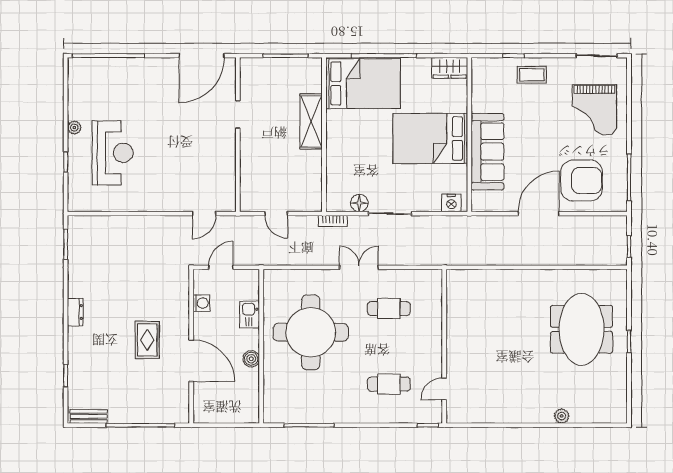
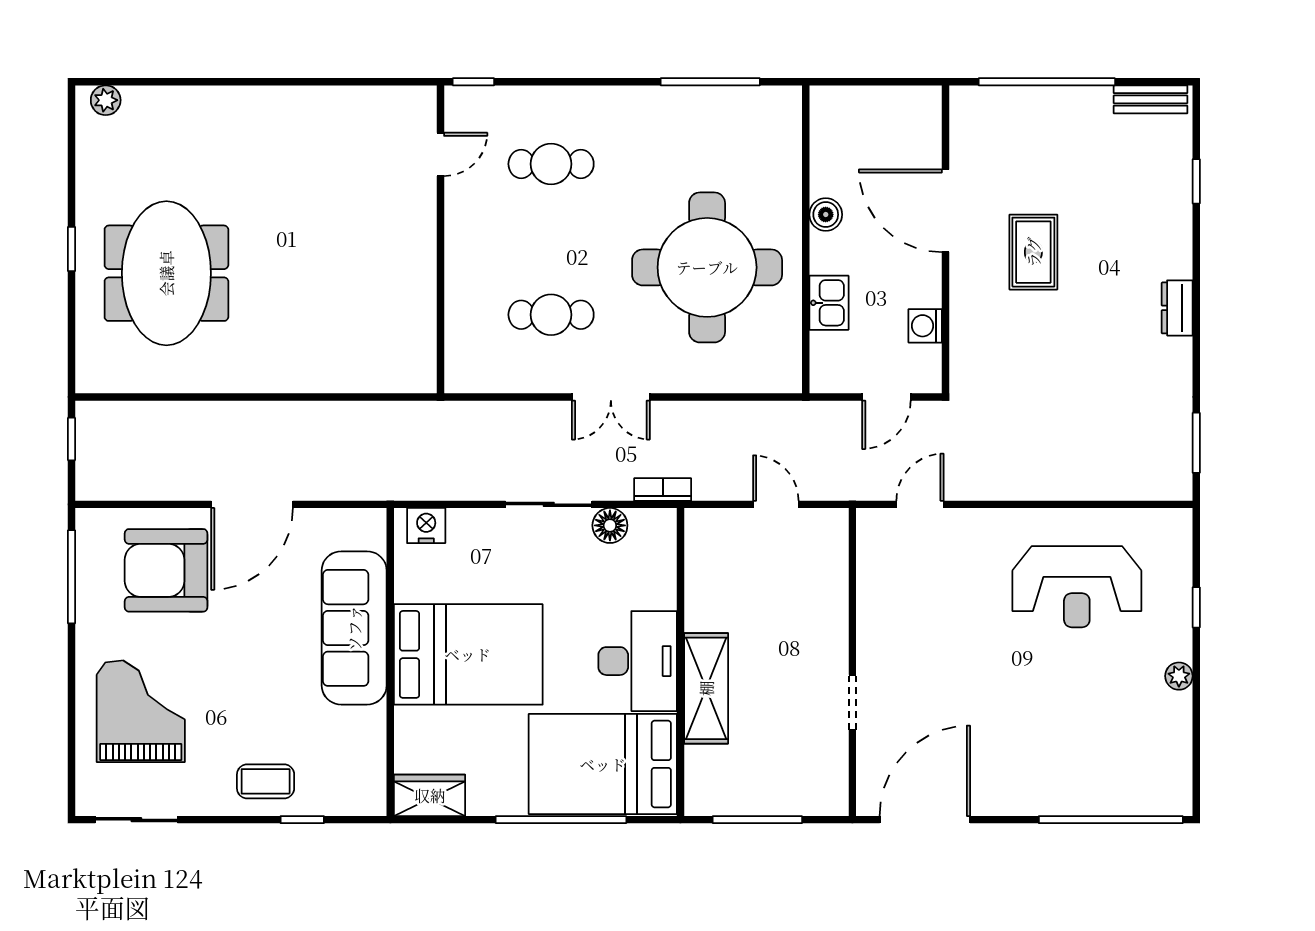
desk: (345, 135) -> (638, 661), added
reception desk: (113, 153) -> (1077, 587), moved, turned -90
plant: (562, 416) -> (106, 100), moved

